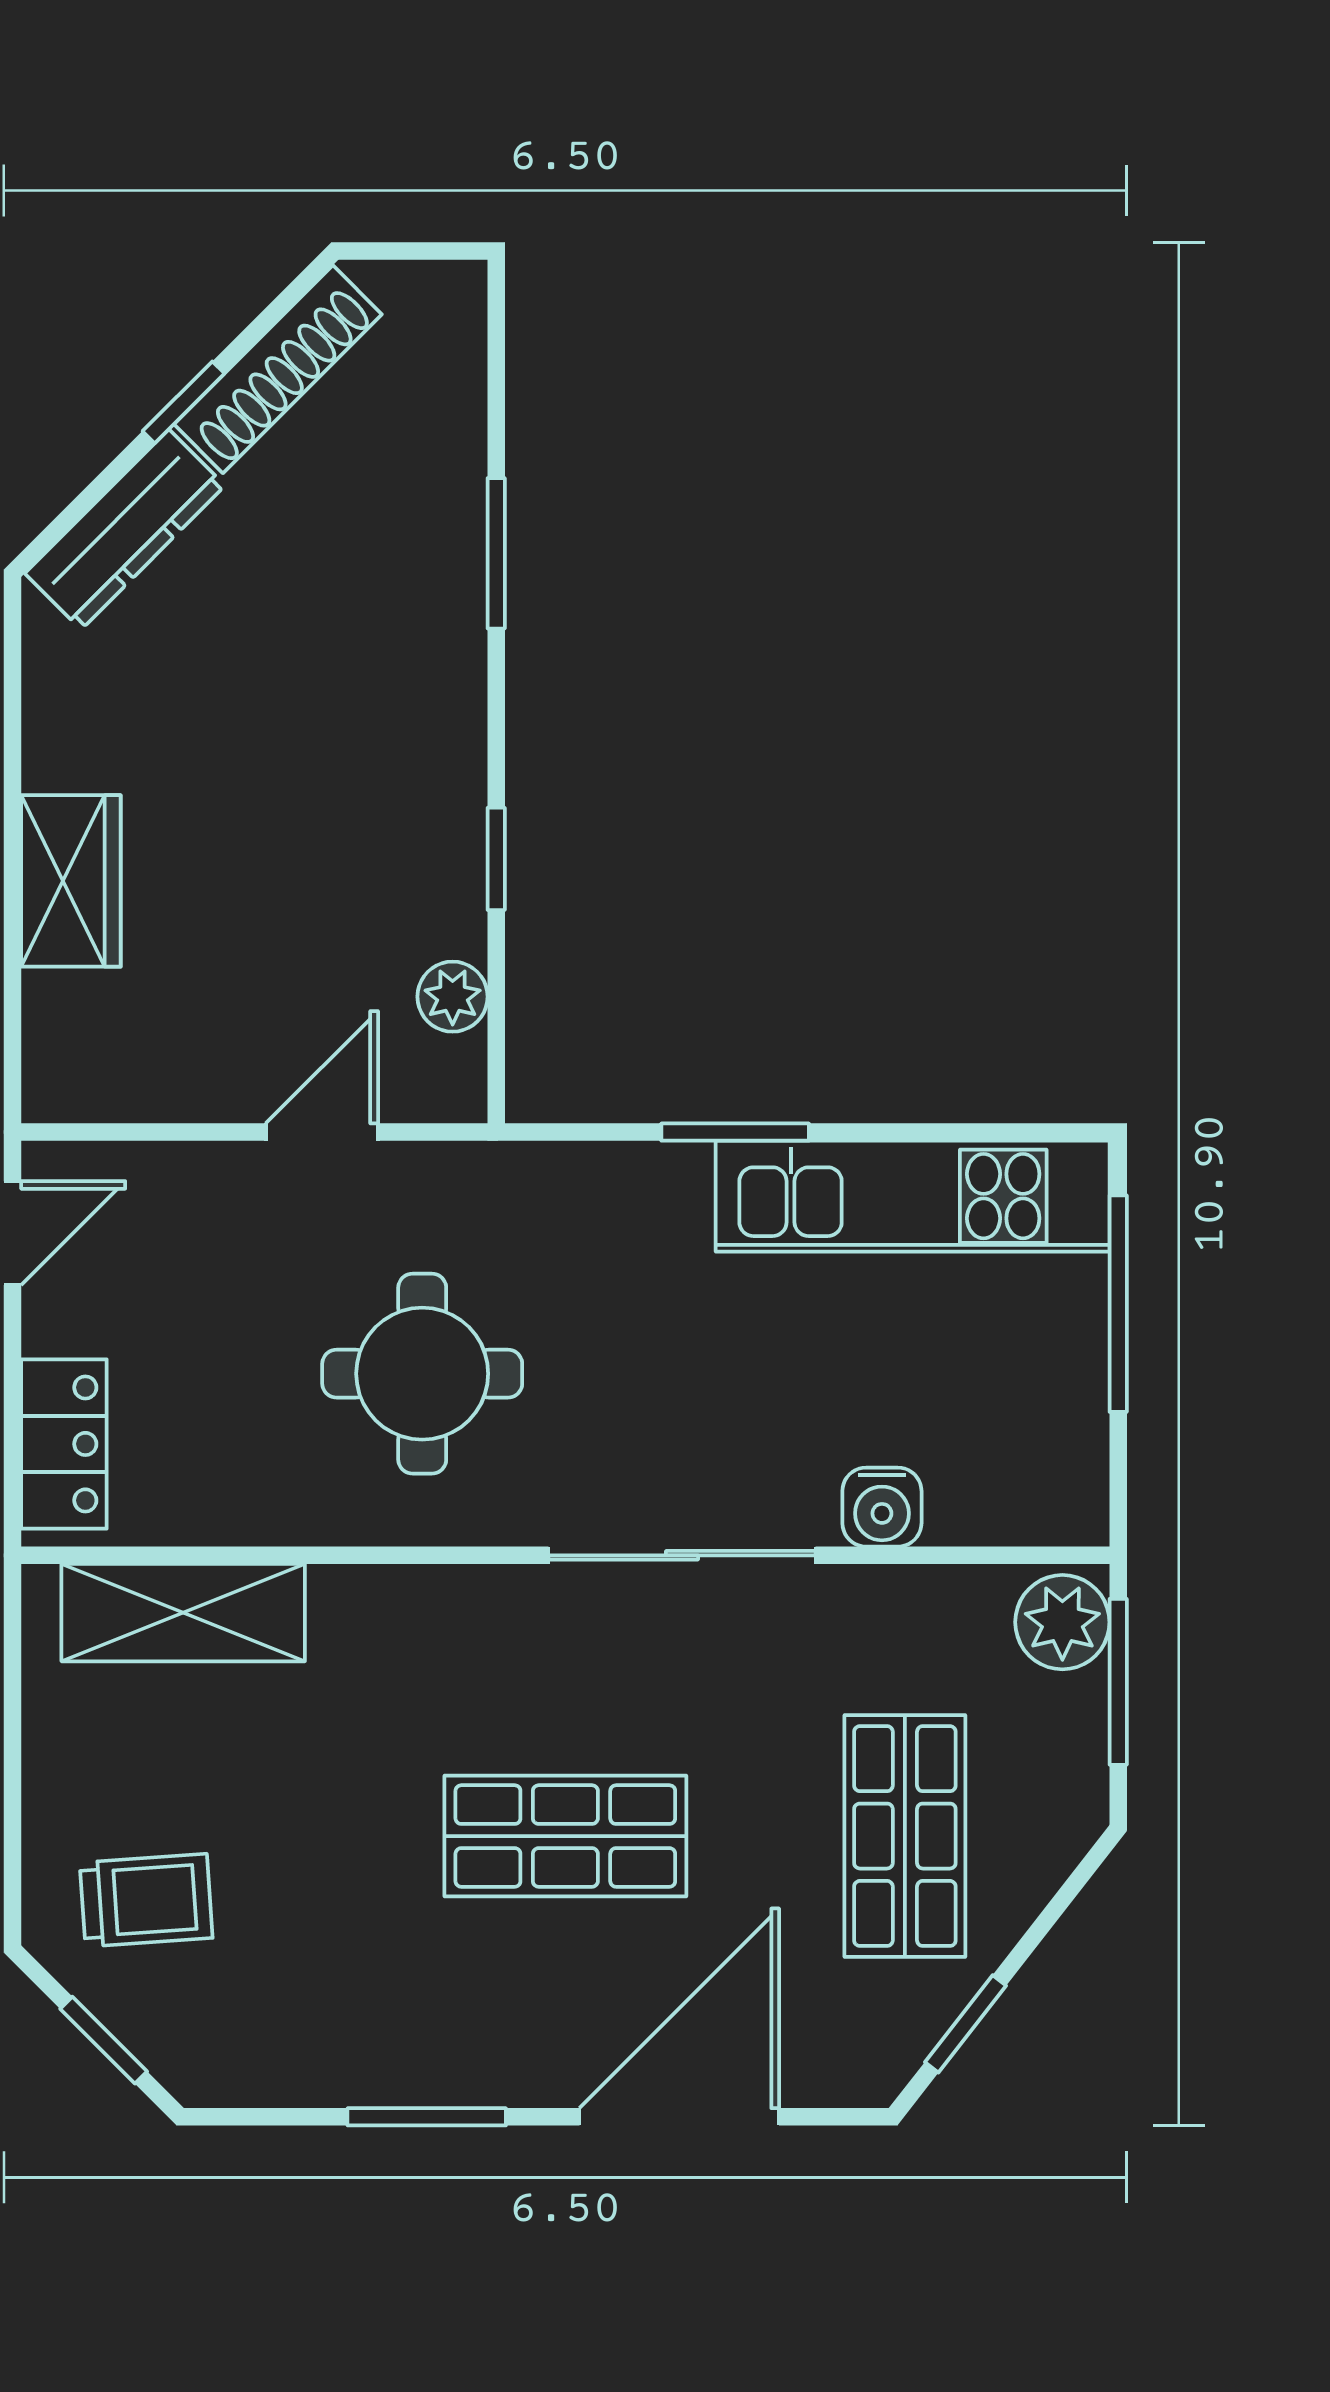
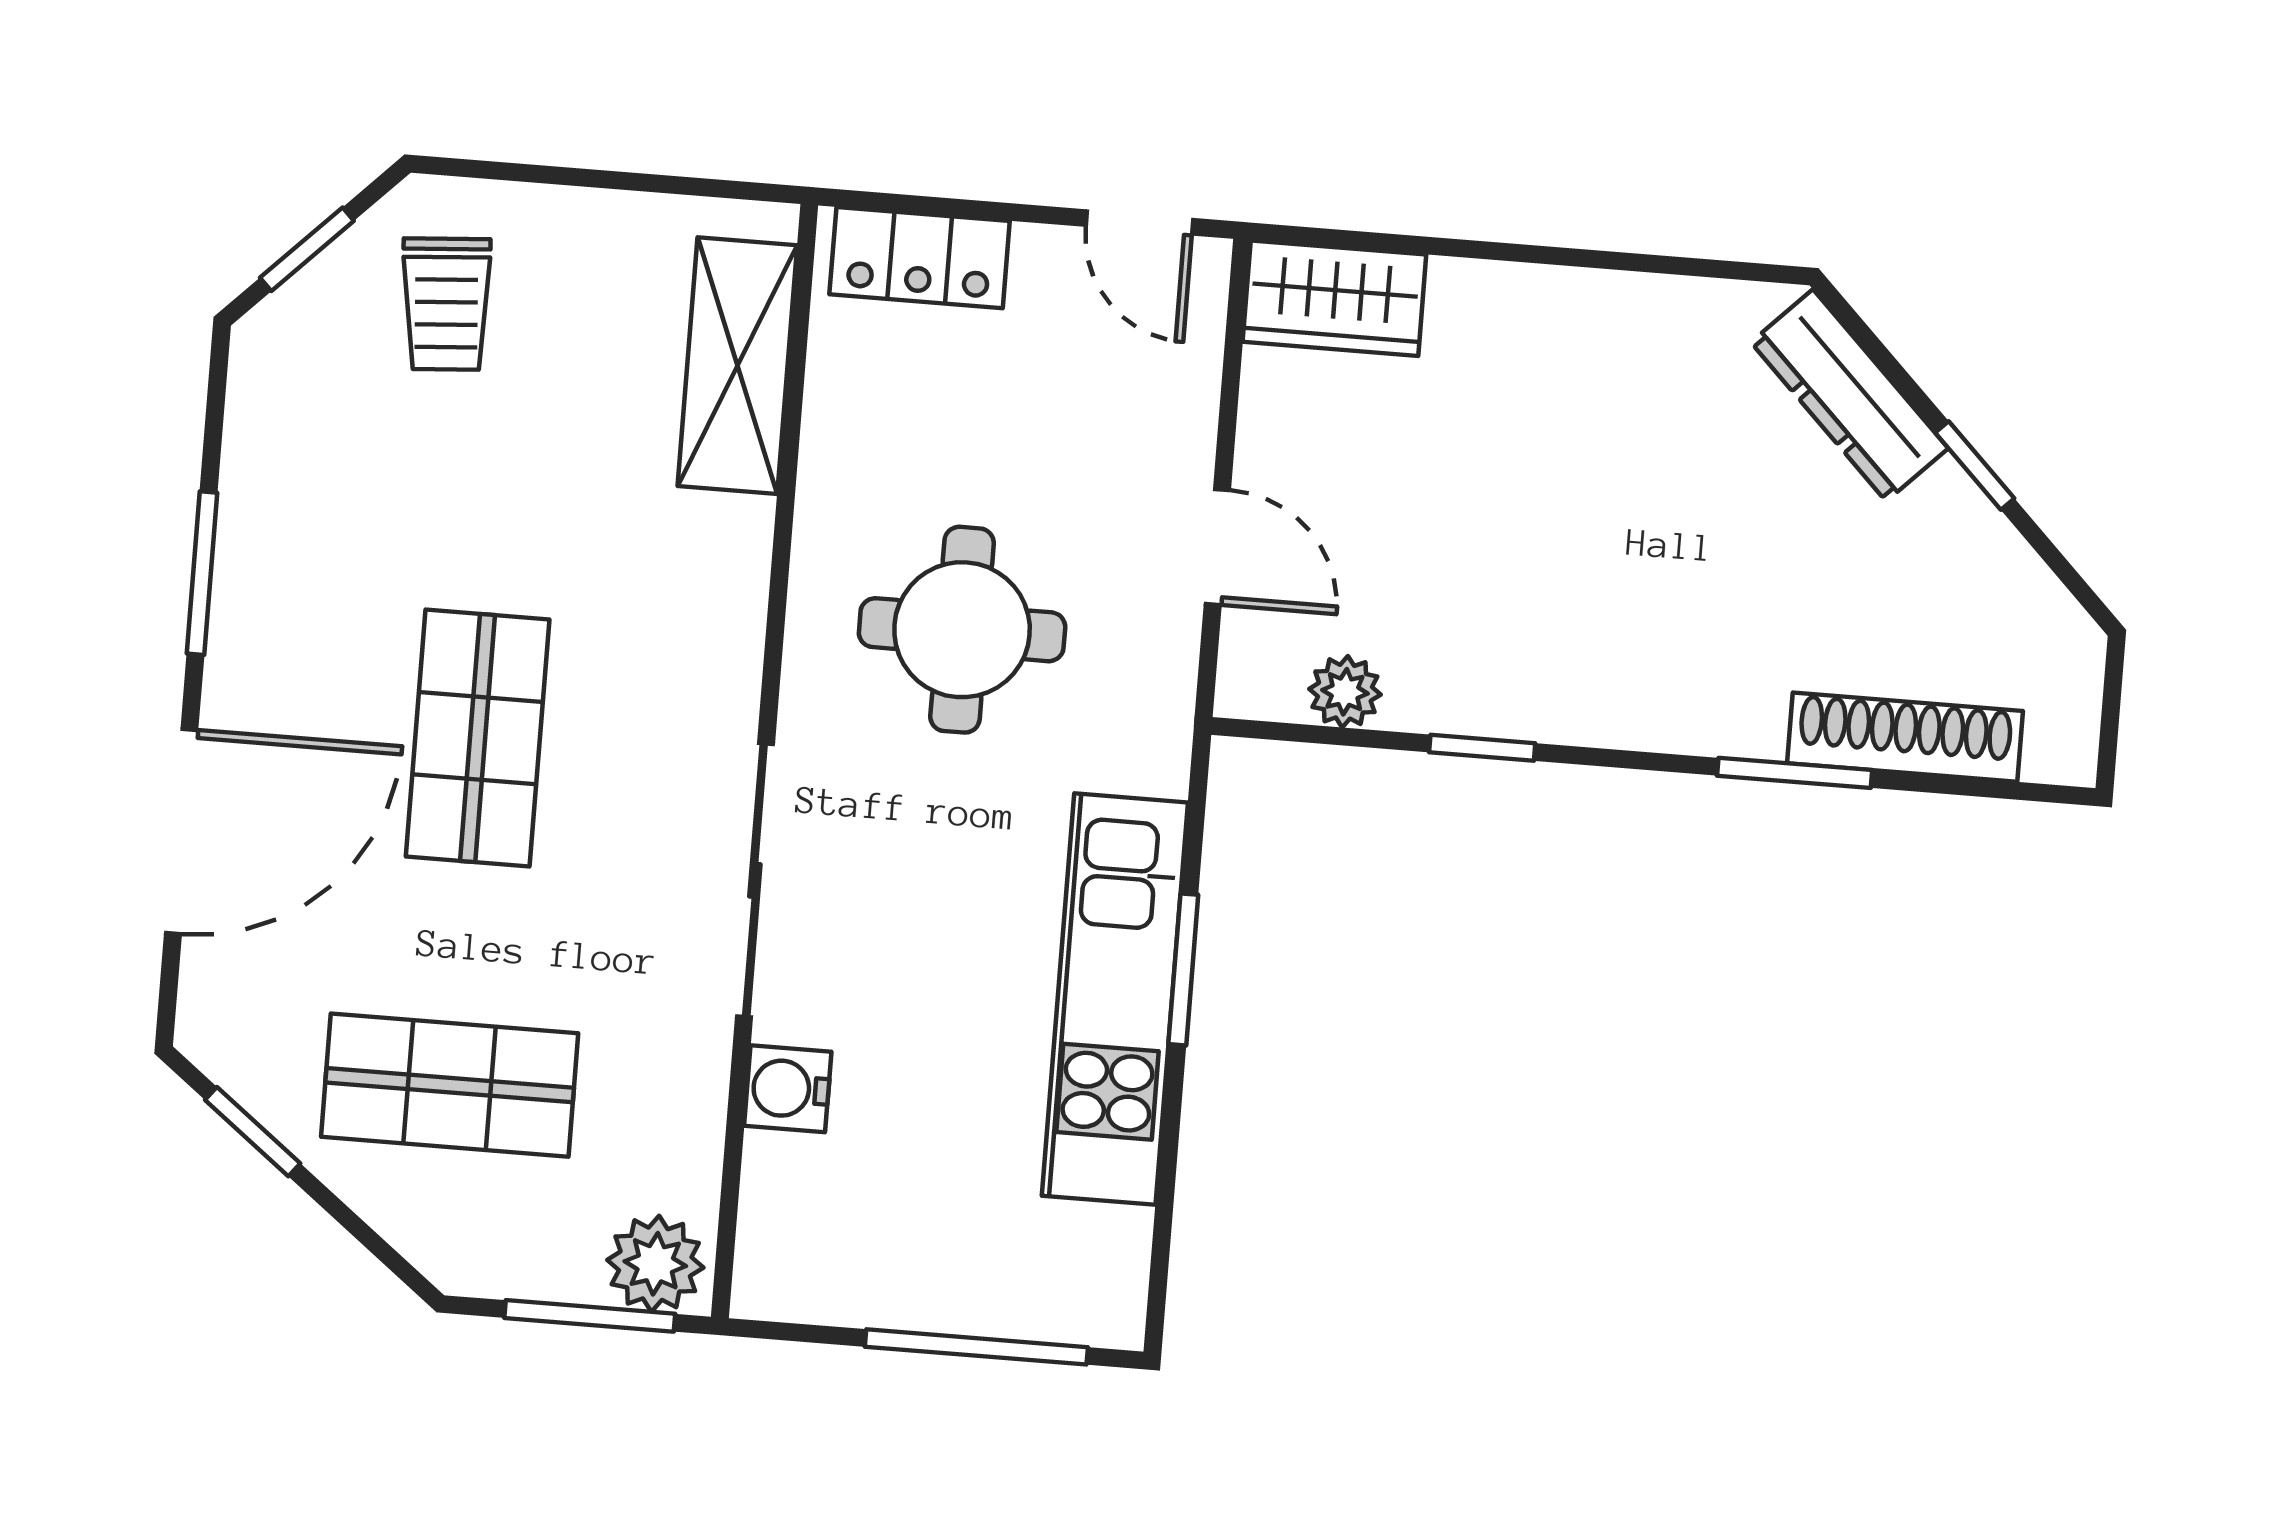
shoe rack: (278, 369) -> (1905, 737), moved, turned 135
wardrobe: (71, 881) -> (1334, 298), moved
kitchen unit: (913, 1196) -> (1115, 999), moved
door: (679, 2117) -> (181, 831), hinge flipped

